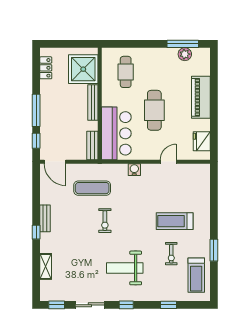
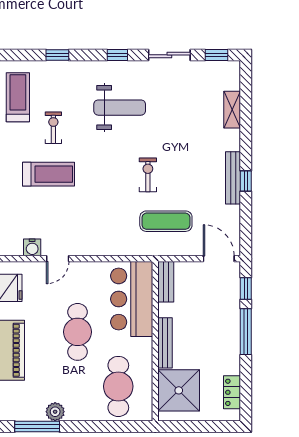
plant: (185, 54) -> (55, 412), moved
cafe table: (126, 72) -> (118, 386), width x1.37, depth x1.35
water cooler: (134, 170) -> (32, 247), moved
bench: (45, 218) -> (233, 178), width x1.36
window: (36, 232) -> (246, 181), moved

